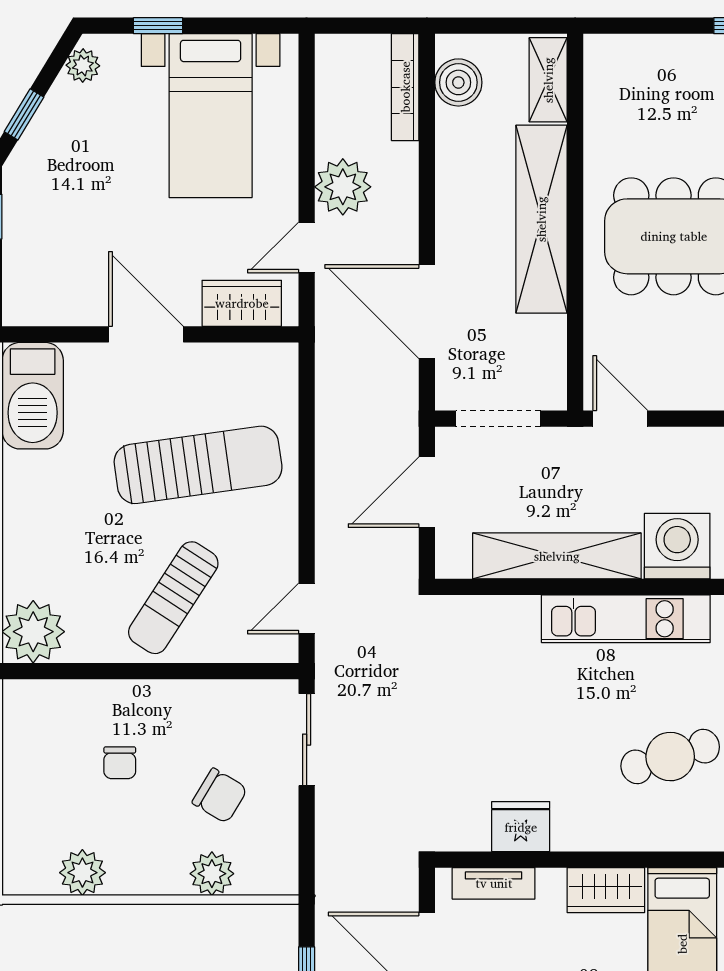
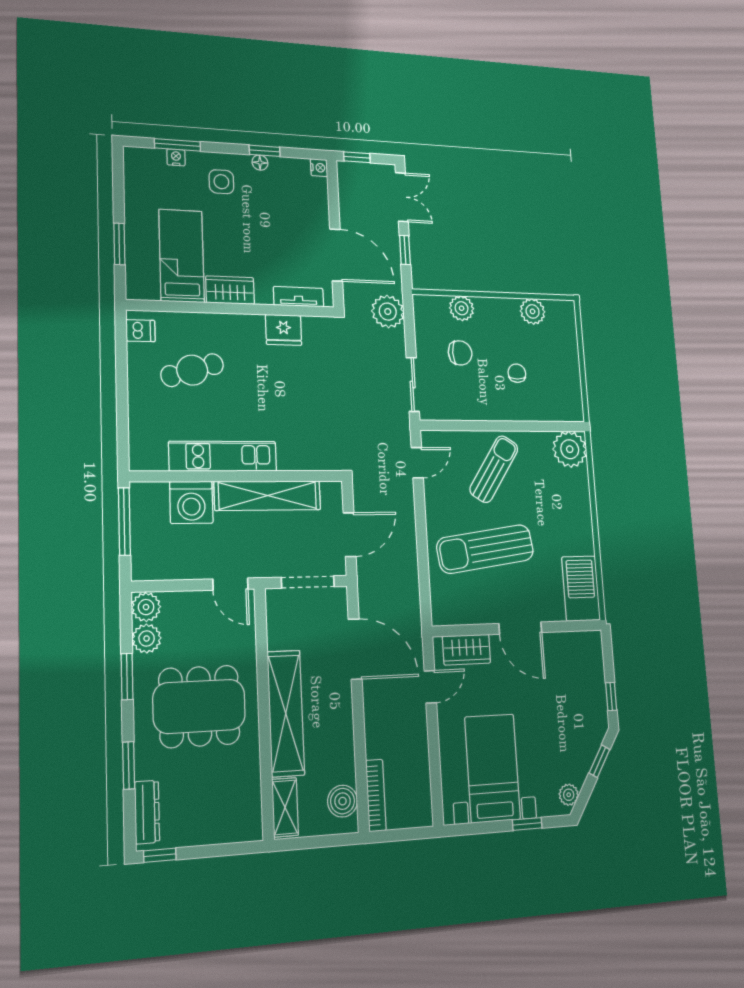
plant: (343, 187) -> (388, 312), moved
chair: (220, 796) -> (460, 353), turned 149

